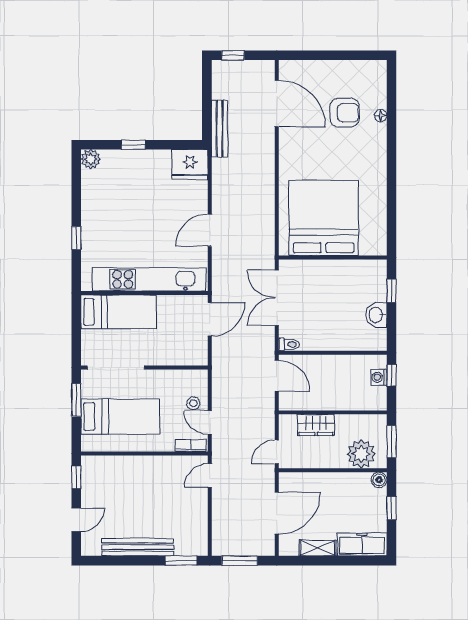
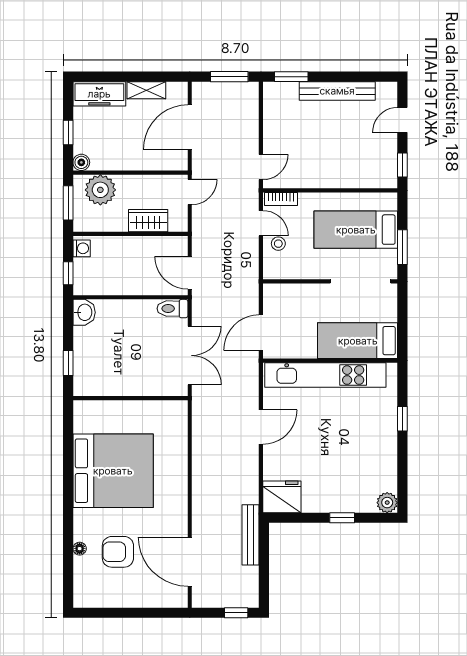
bed: (324, 218) -> (113, 471), moved, turned -90
washbasin: (376, 315) -> (84, 312), moved
toilet: (289, 344) -> (172, 309), width x1.37, depth x1.39
washing machine: (379, 377) -> (82, 248), moved

